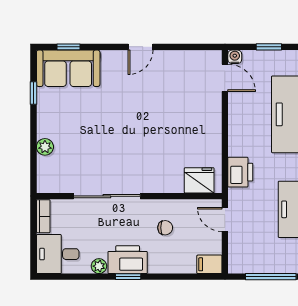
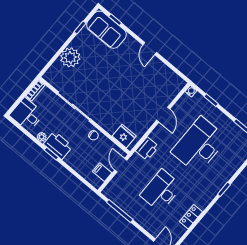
door: (140, 47) -> (150, 49), hinge flipped
door: (225, 78) -> (163, 115), moved
plant: (45, 147) -> (70, 57), width x1.88, depth x1.88
chair: (165, 228) -> (94, 135), moved
filing cabinet: (209, 264) -> (102, 172), moved

